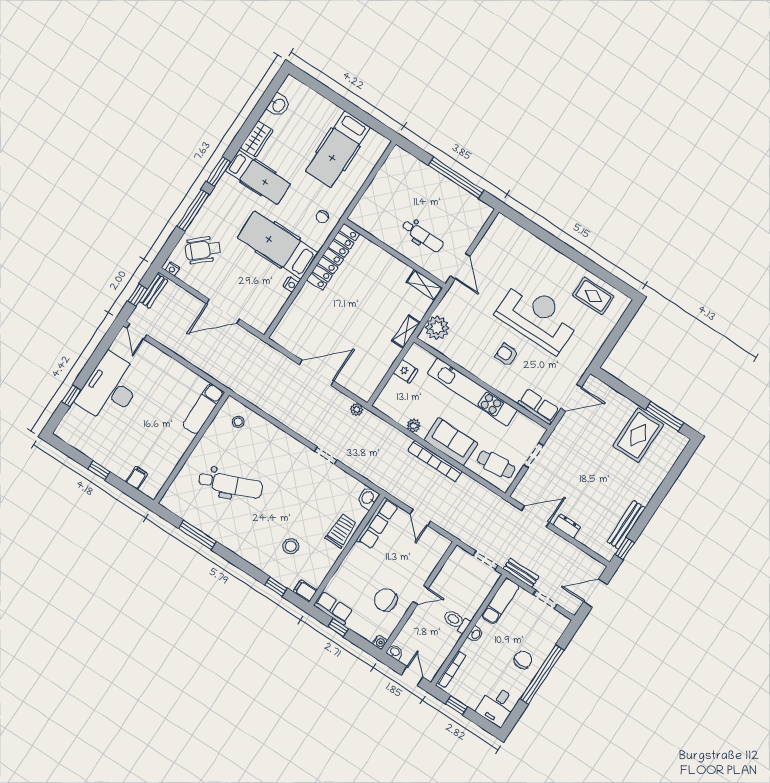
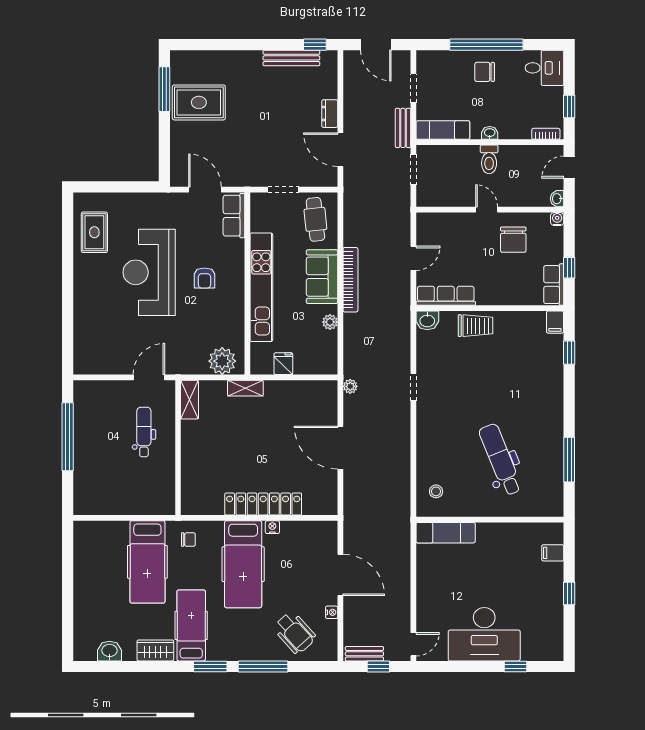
hospital bed: (338, 149) -> (147, 562), moved, turned 90
locker: (333, 257) -> (263, 504), moved
nightstand: (172, 269) -> (332, 612), moved
trolley: (341, 531) -> (475, 326), turned 180
stool: (291, 546) -> (522, 364), removed
bookcase: (452, 669) -> (546, 134), width x0.64

